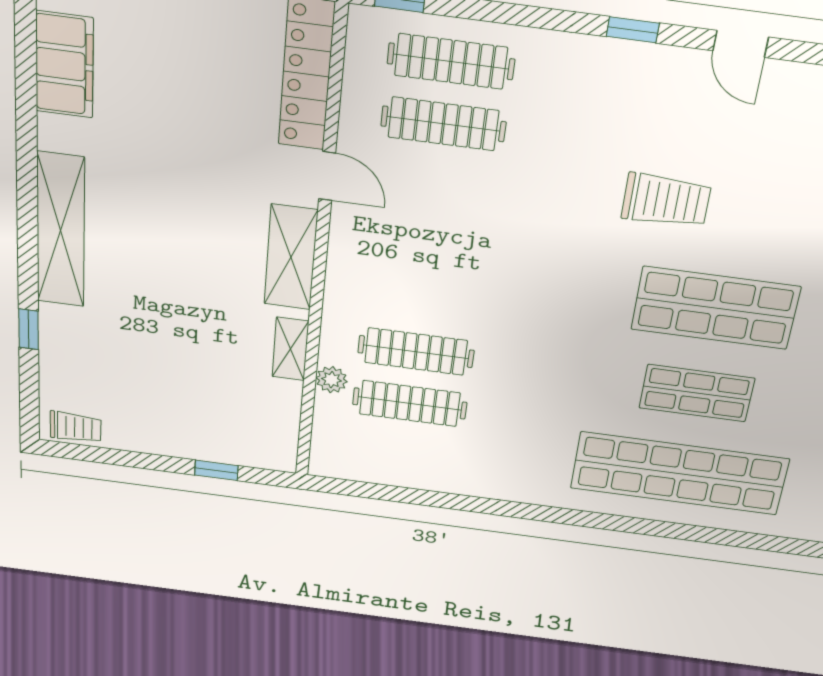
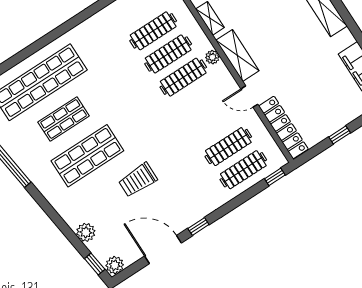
door: (741, 44) -> (163, 249), width x1.88
clothes rail: (422, 298) -> (183, 77), added
plant: (332, 380) -> (212, 57), moved

